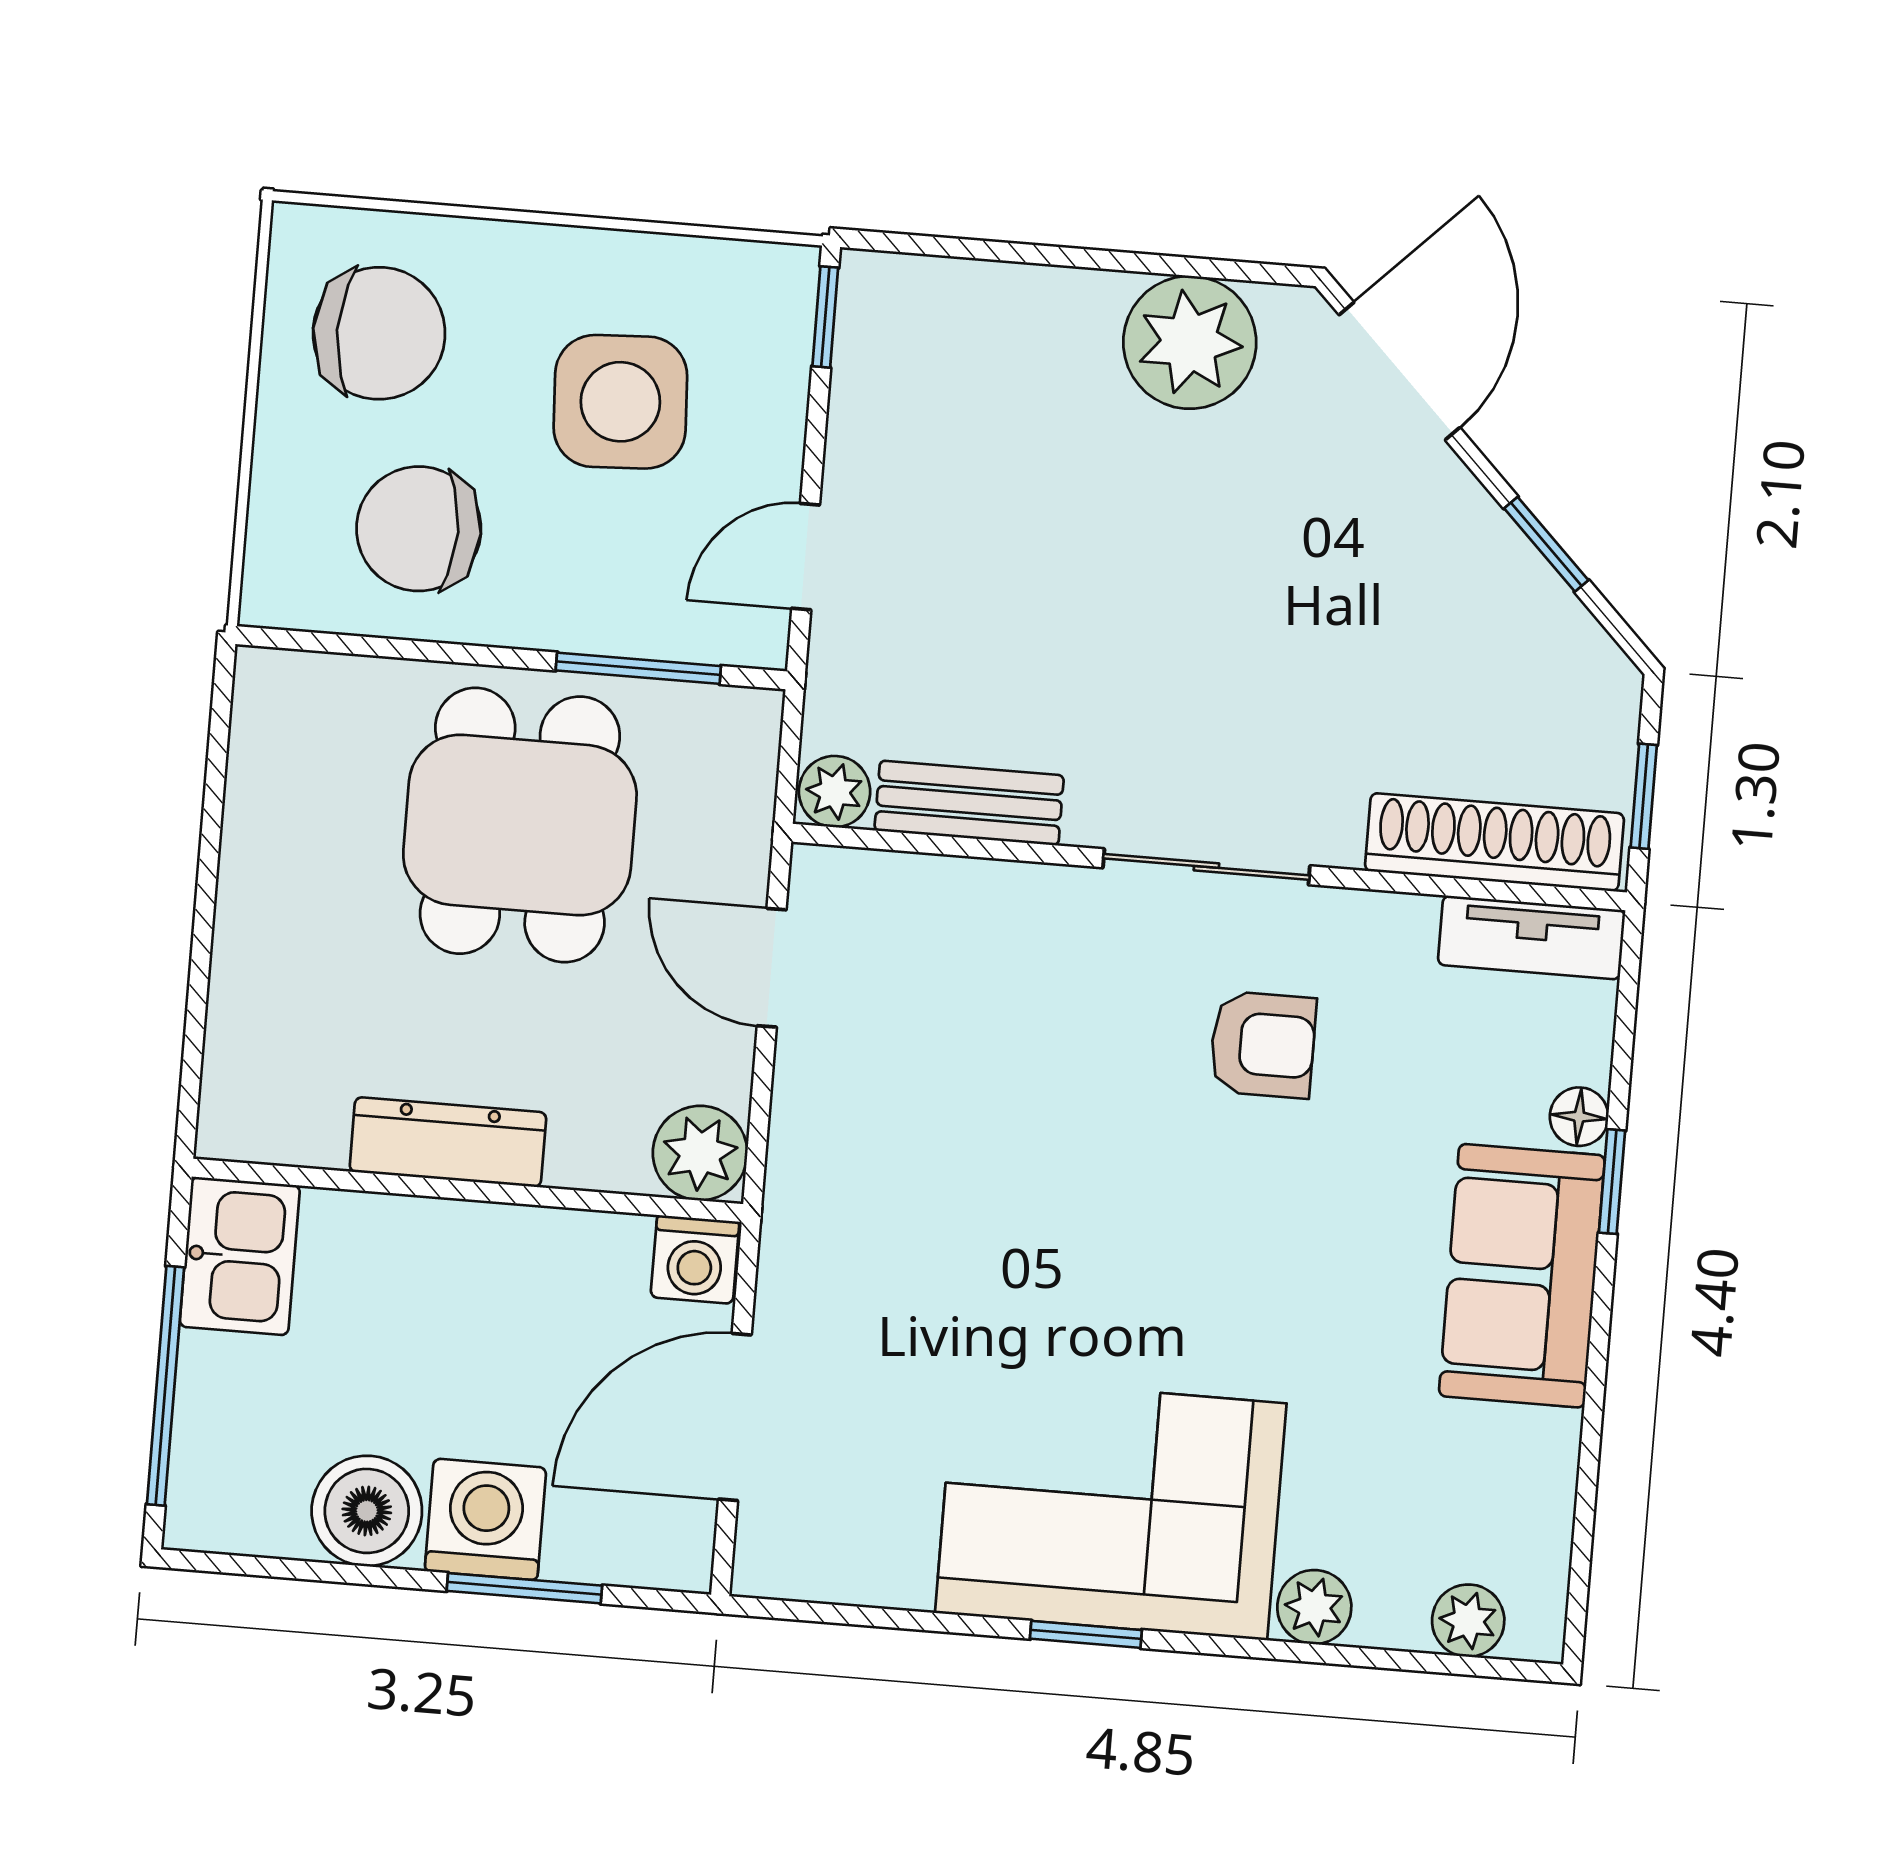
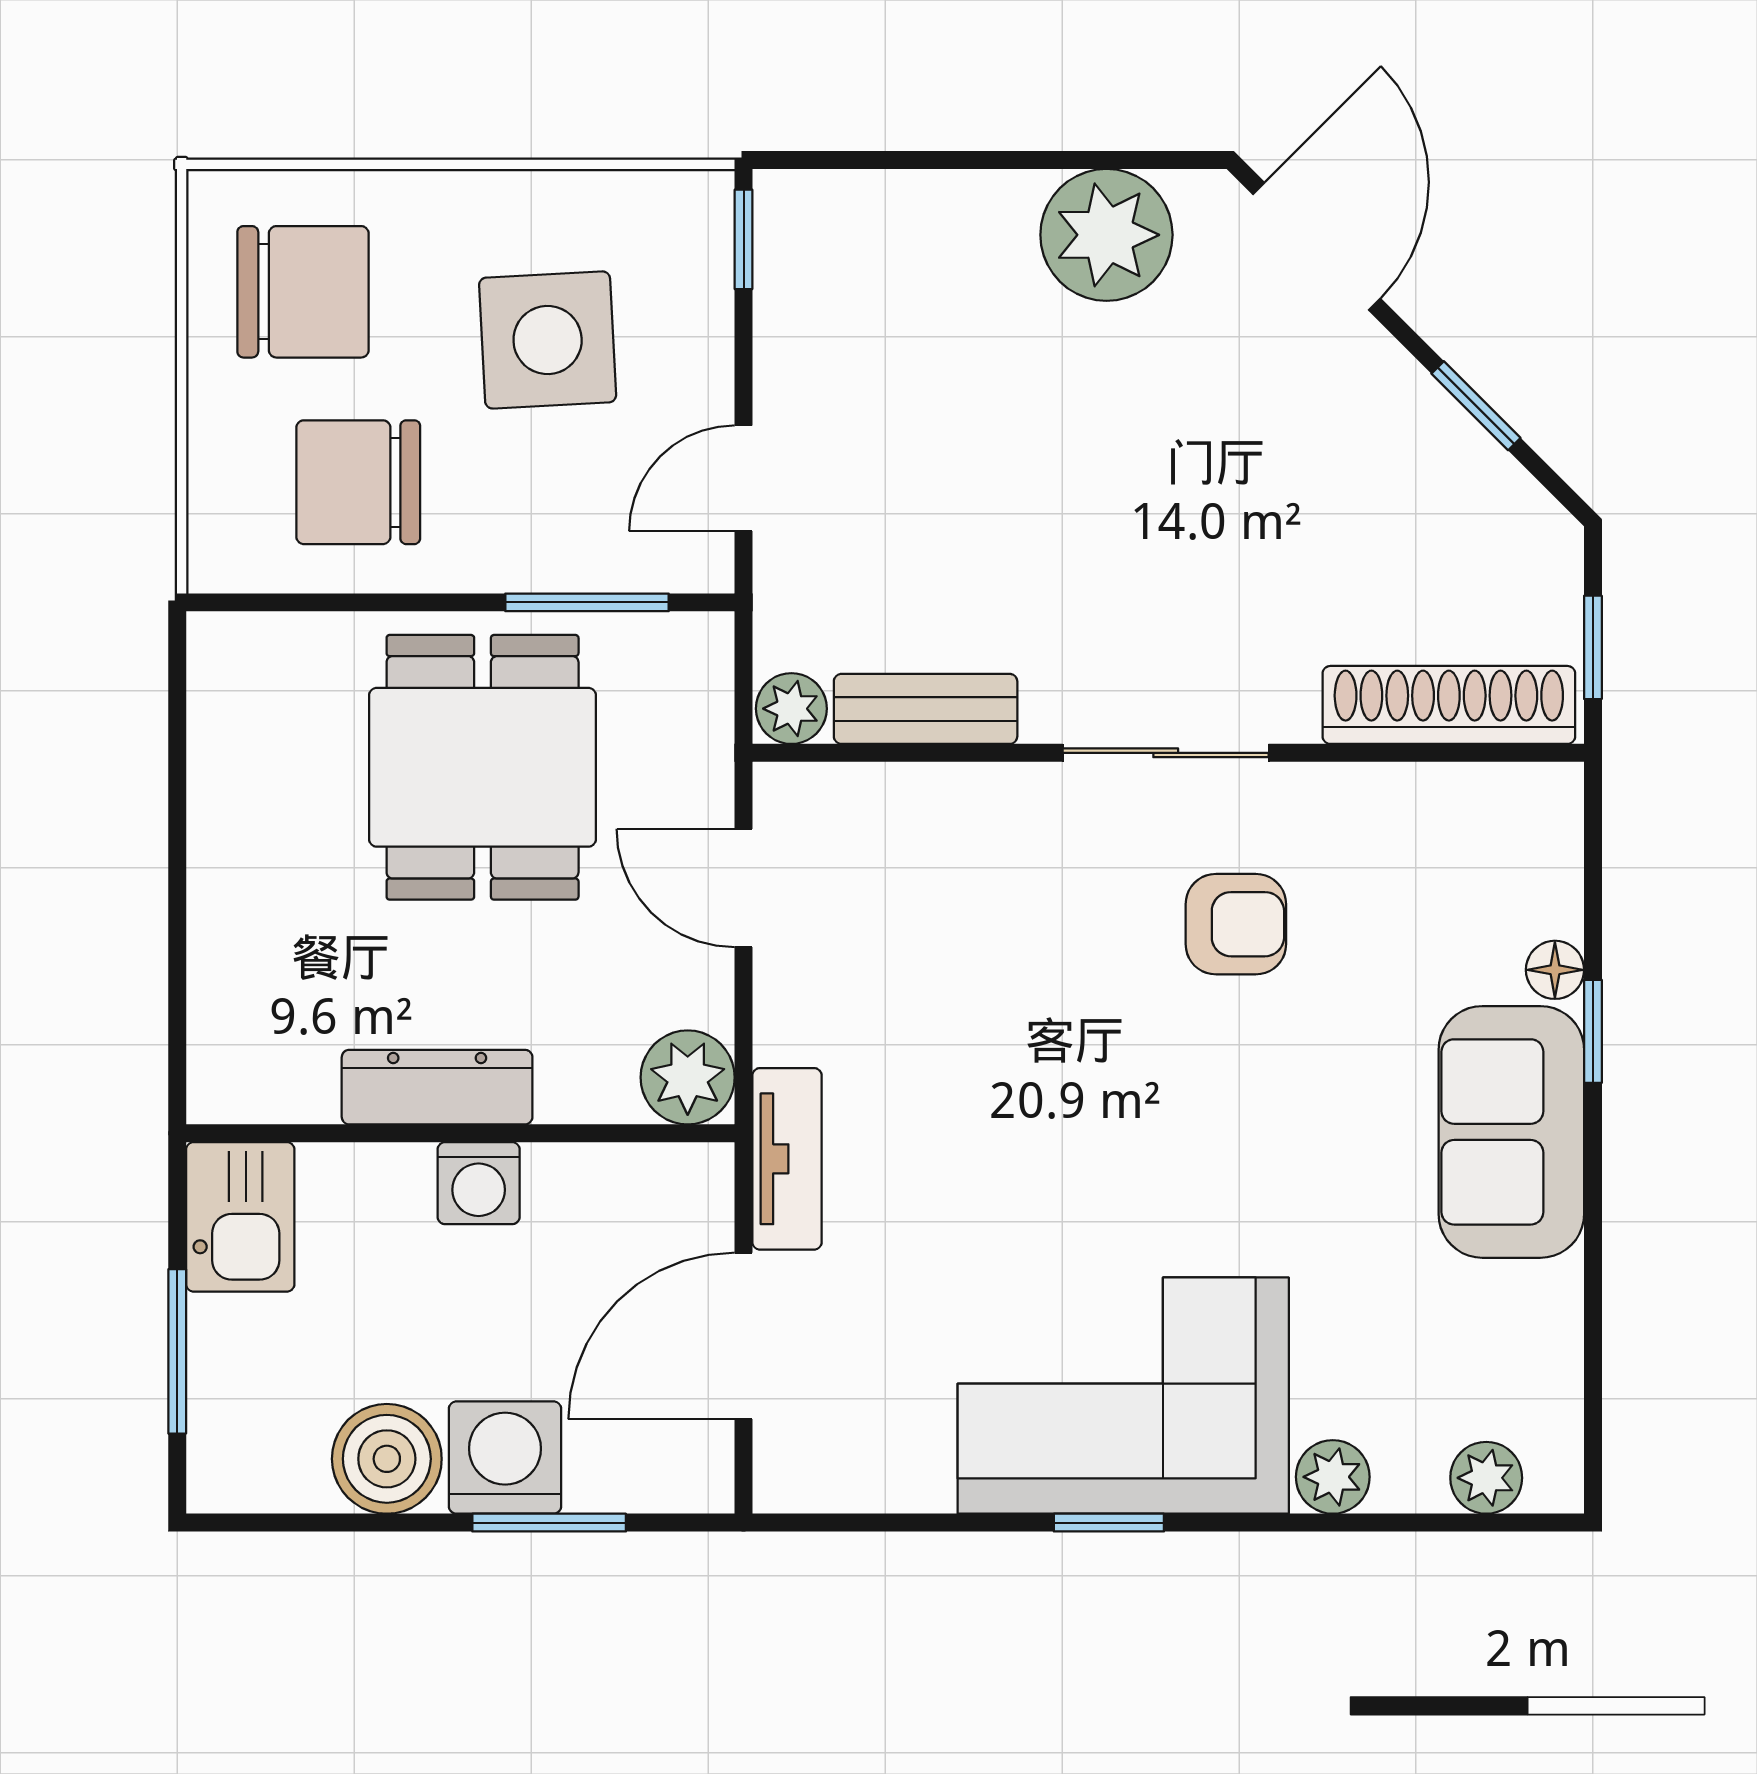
tv unit: (1531, 938) -> (787, 1159), moved, turned -90
washing machine: (695, 1259) -> (479, 1183), moved
window: (165, 1386) -> (177, 1351), width x0.69

